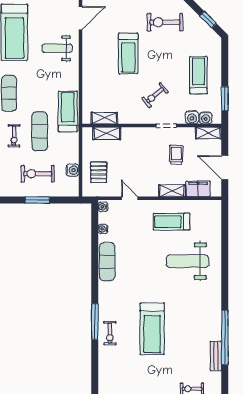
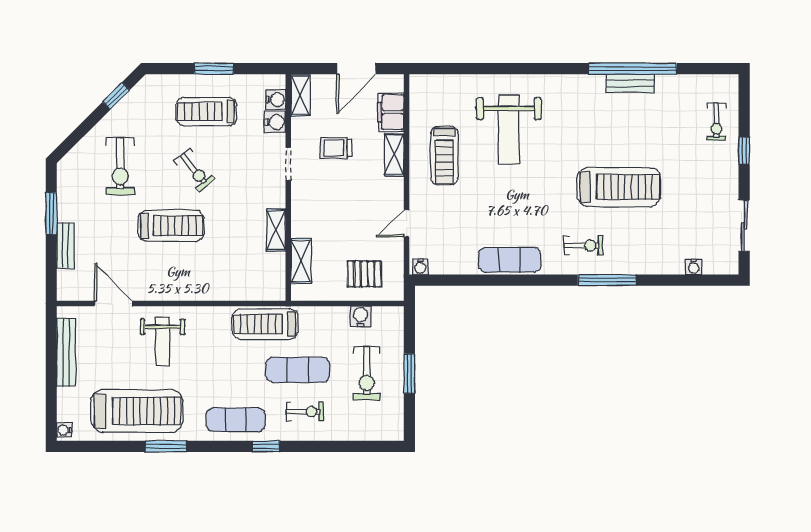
exercise bike: (155, 95) -> (194, 170), moved
window: (225, 99) -> (214, 69), moved
shelving: (104, 118) -> (276, 230), moved
water cooler: (103, 229) -> (694, 267), moved
exercise bike: (110, 333) -> (583, 246), moved
bench: (216, 356) -> (630, 83), moved

